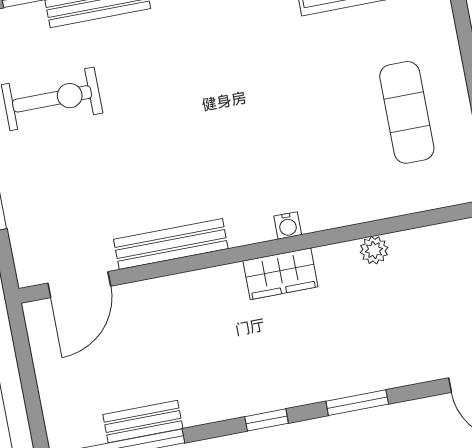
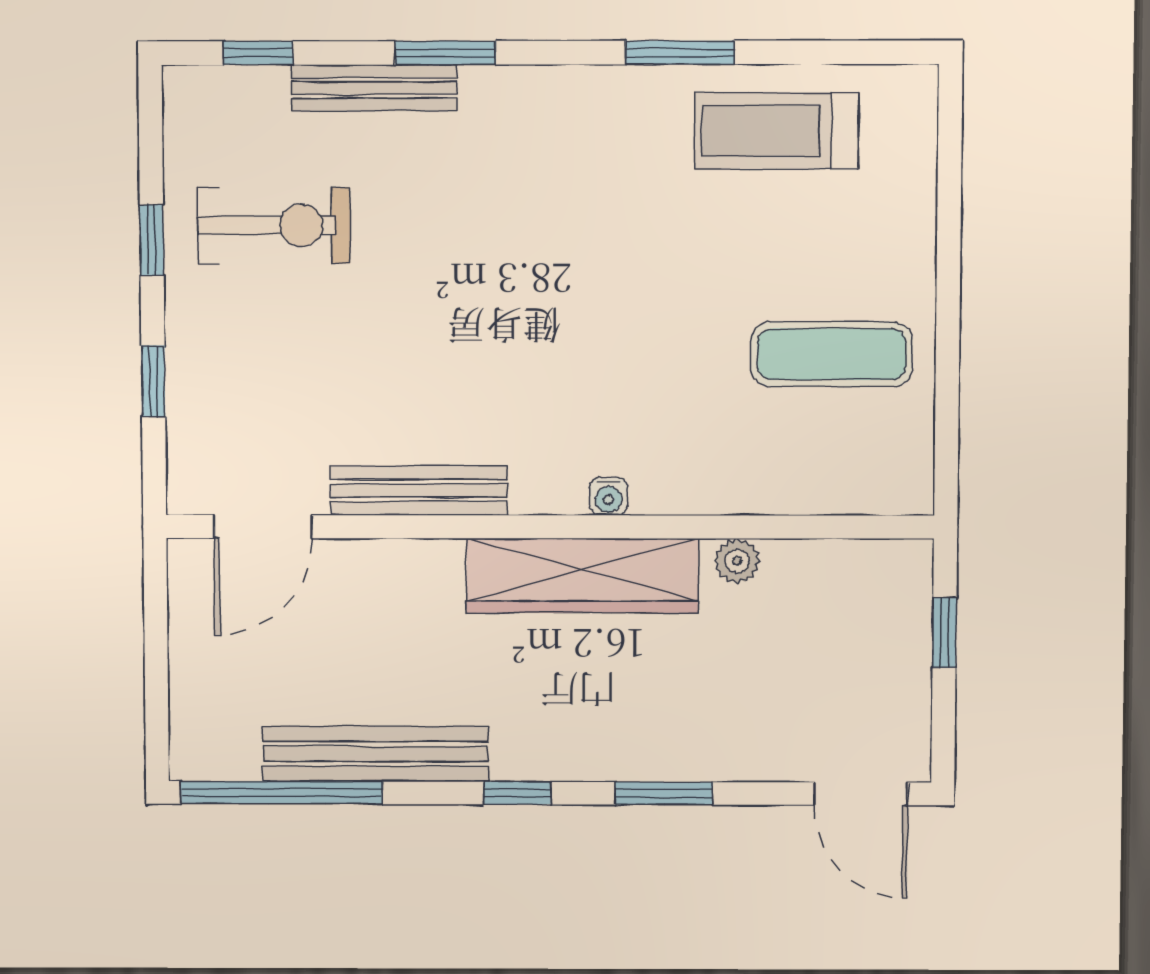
exercise mat: (407, 112) -> (832, 354), turned 90
wardrobe: (280, 274) -> (583, 576), width x2.10, depth x1.17
bench: (143, 422) -> (376, 754), width x1.86, depth x1.21

